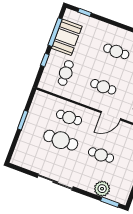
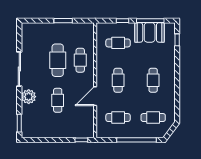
door: (111, 116) -> (95, 96), hinge flipped
plant: (102, 189) -> (29, 97), moved

